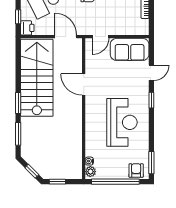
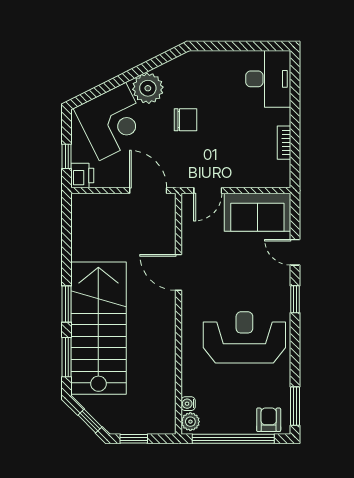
door: (151, 73) -> (295, 252), swing flipped
stairs: (37, 78) -> (98, 328), moved
reception desk: (122, 122) -> (244, 337), turned -90

